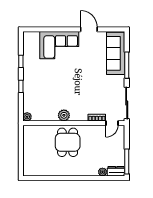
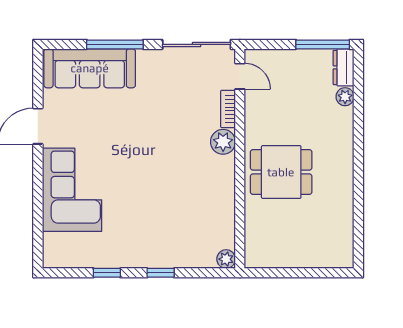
plant: (64, 115) -> (223, 142), moved

